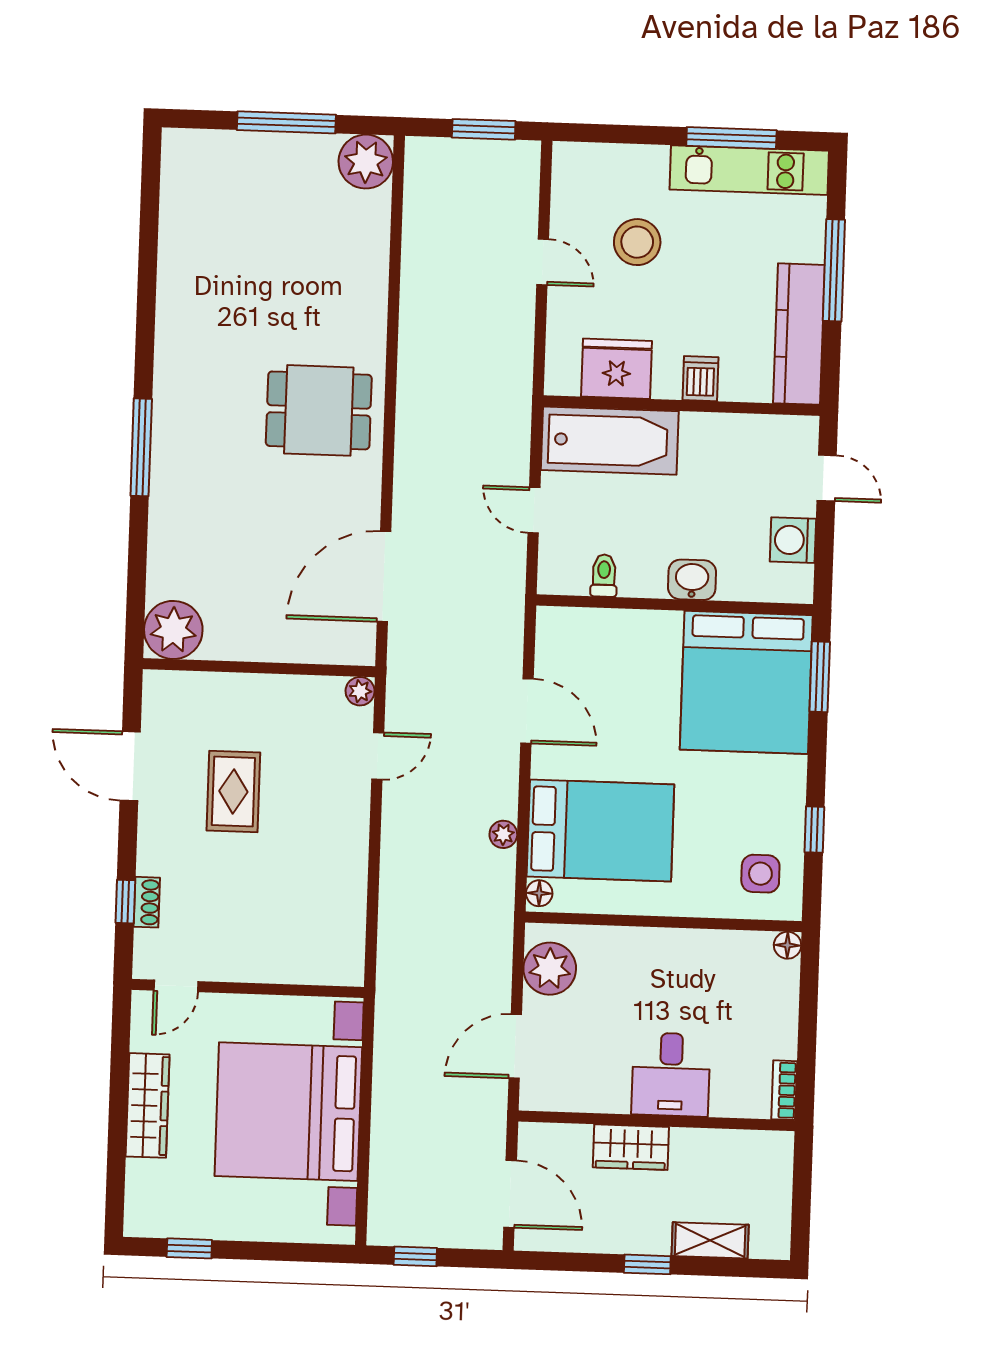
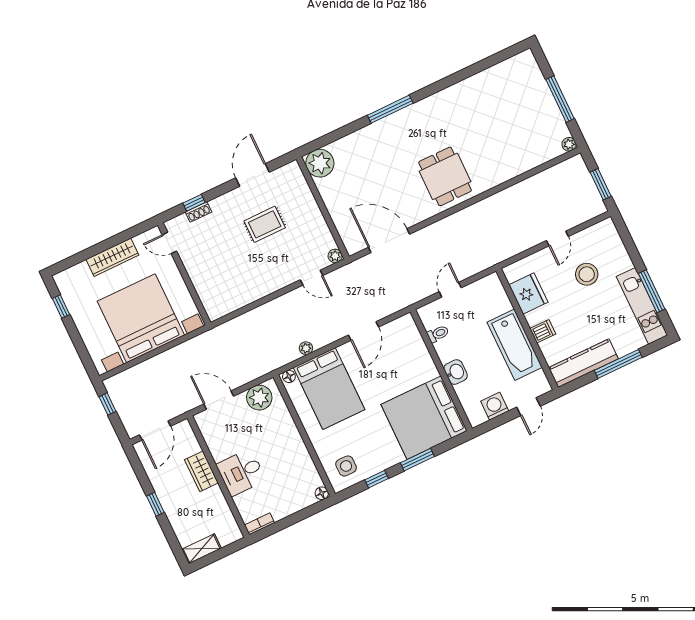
plant: (366, 162) -> (569, 144), width x0.53, depth x0.53
bathtub: (610, 441) -> (515, 345), moved
window: (820, 677) -> (417, 460), moved
shelving: (710, 1240) -> (202, 549), moved, turned 90

